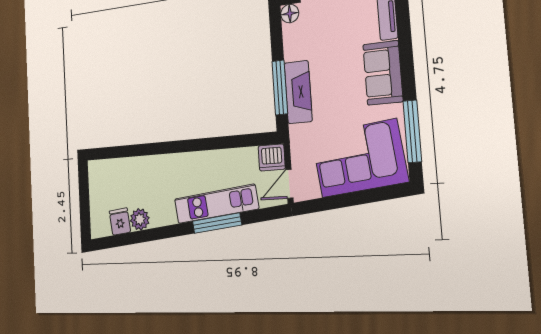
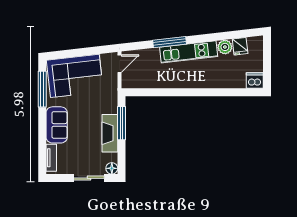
fireplace: (298, 92) -> (110, 133), moved
dishwasher: (272, 157) -> (255, 81), moved
kitchen unit: (216, 204) -> (189, 52), moved

